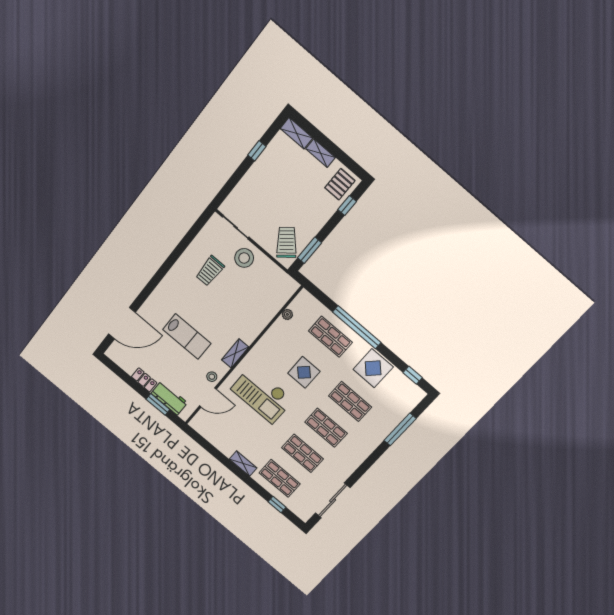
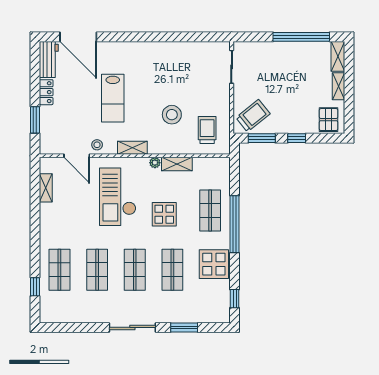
window: (257, 151) -> (301, 37), width x3.17
pallet: (340, 184) -> (329, 120), turned 90
window: (347, 205) -> (297, 138), moved
stool: (244, 258) -> (172, 115), moved
trolley: (210, 271) -> (207, 130), moved, turned 90
plant: (287, 314) -> (155, 163), moved
shelving: (275, 332) -> (177, 164), added
workbench: (169, 398) -> (49, 59), moved
window: (400, 429) -> (184, 327), width x0.69
shelving: (243, 464) -> (46, 188), moved
sliding door: (333, 500) -> (132, 327), moved

